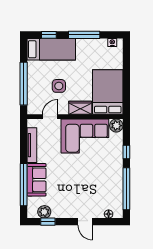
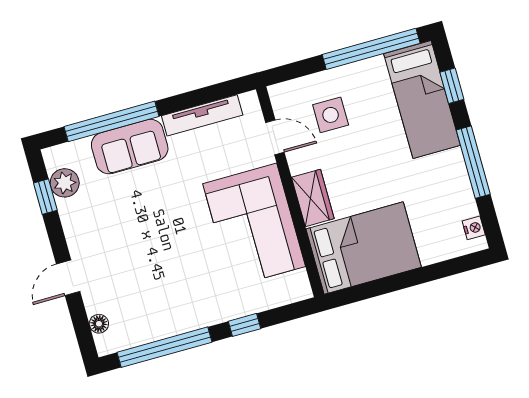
window: (24, 84) -> (371, 49), moved
side table: (59, 86) -> (331, 115), moved
plant: (116, 126) -> (296, 287), removed

